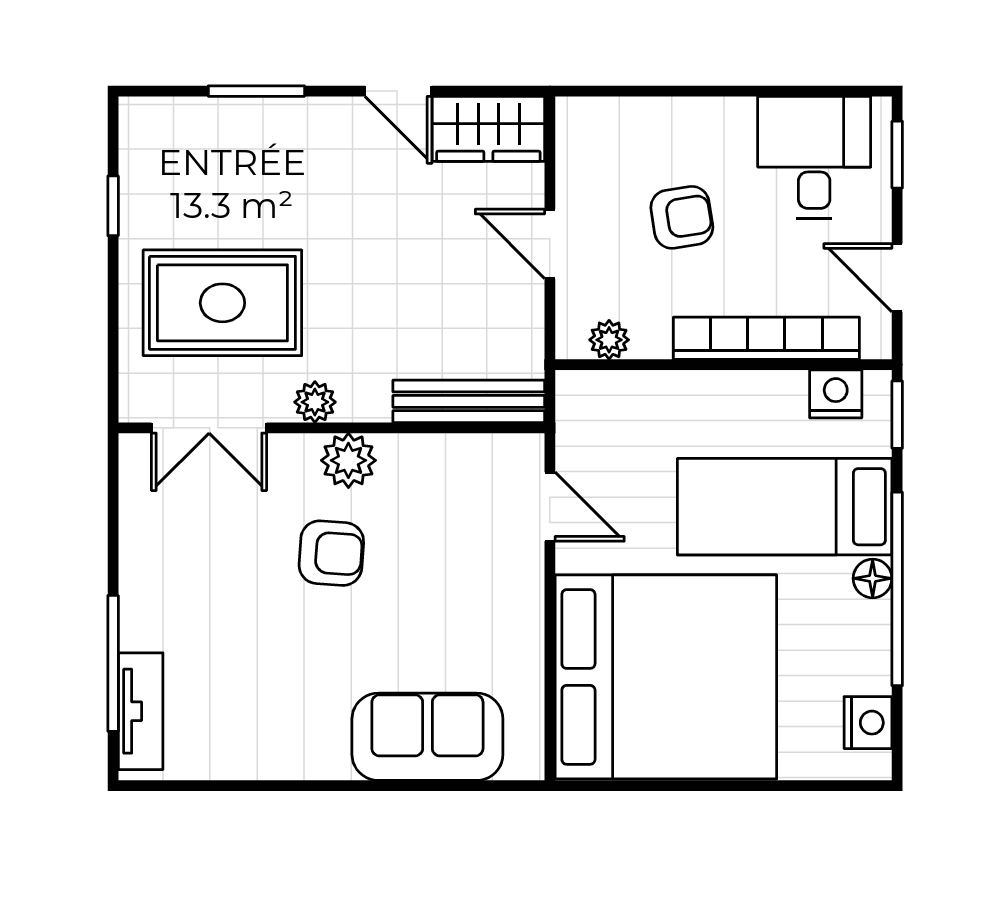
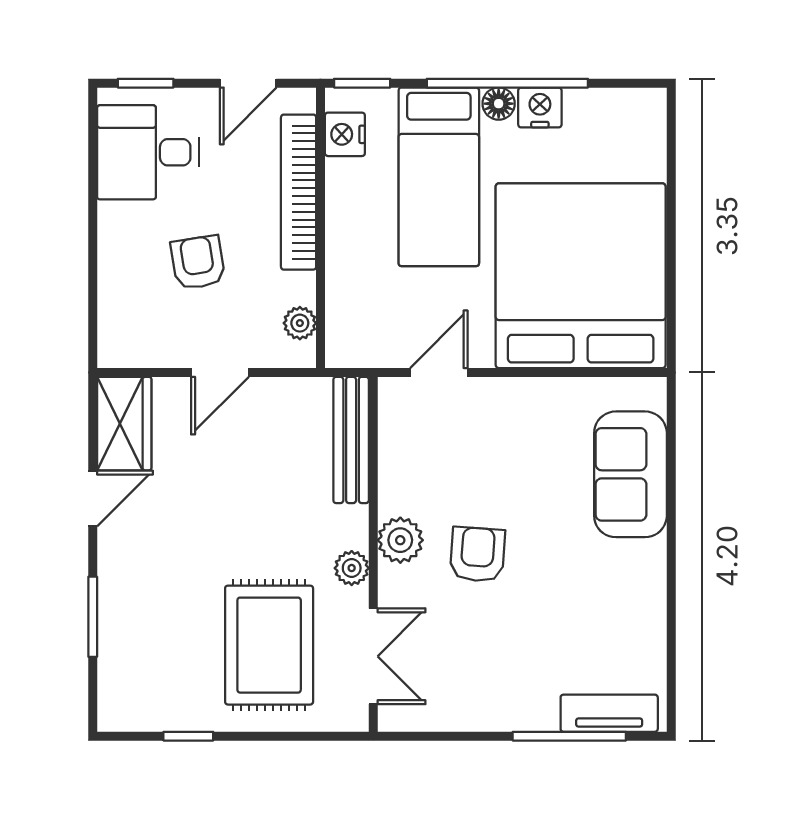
nightstand: (868, 723) -> (540, 107), moved

